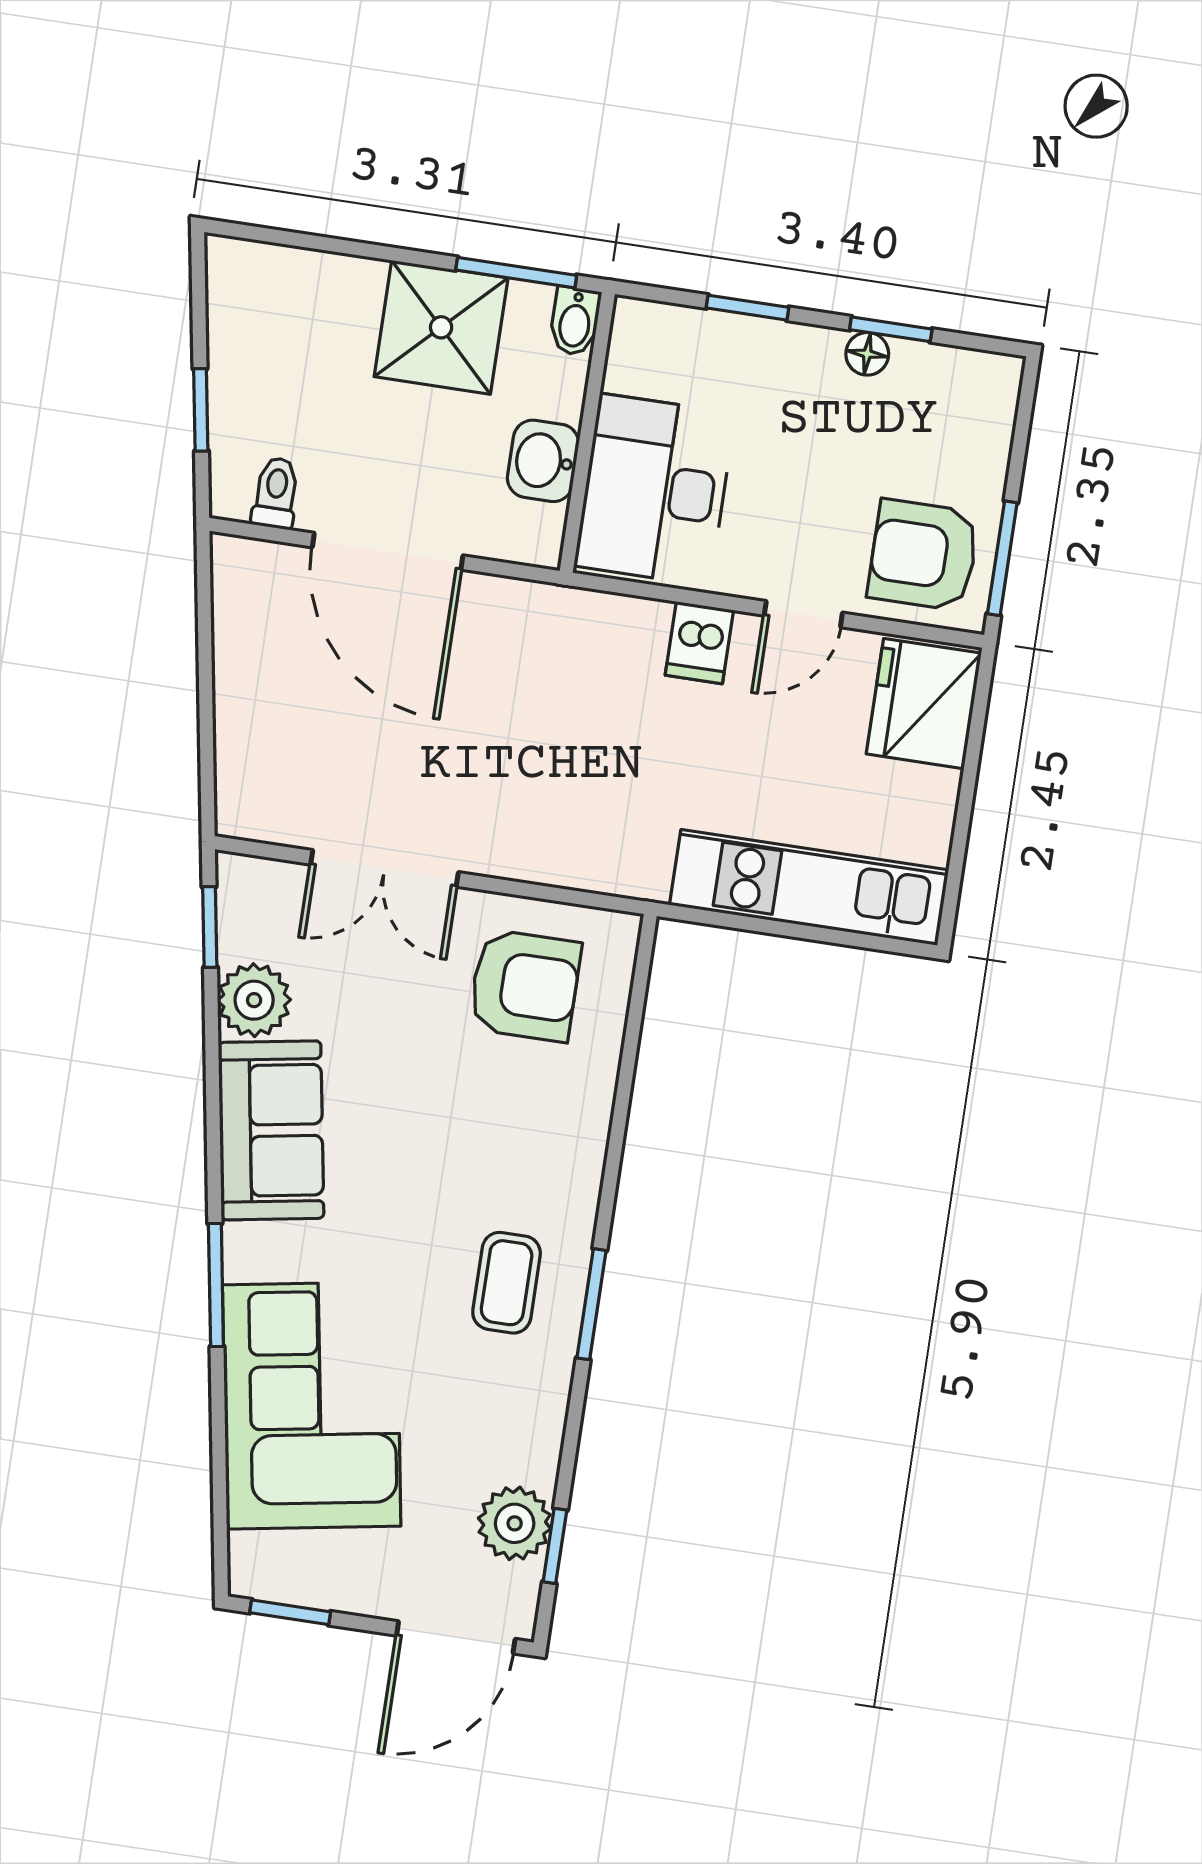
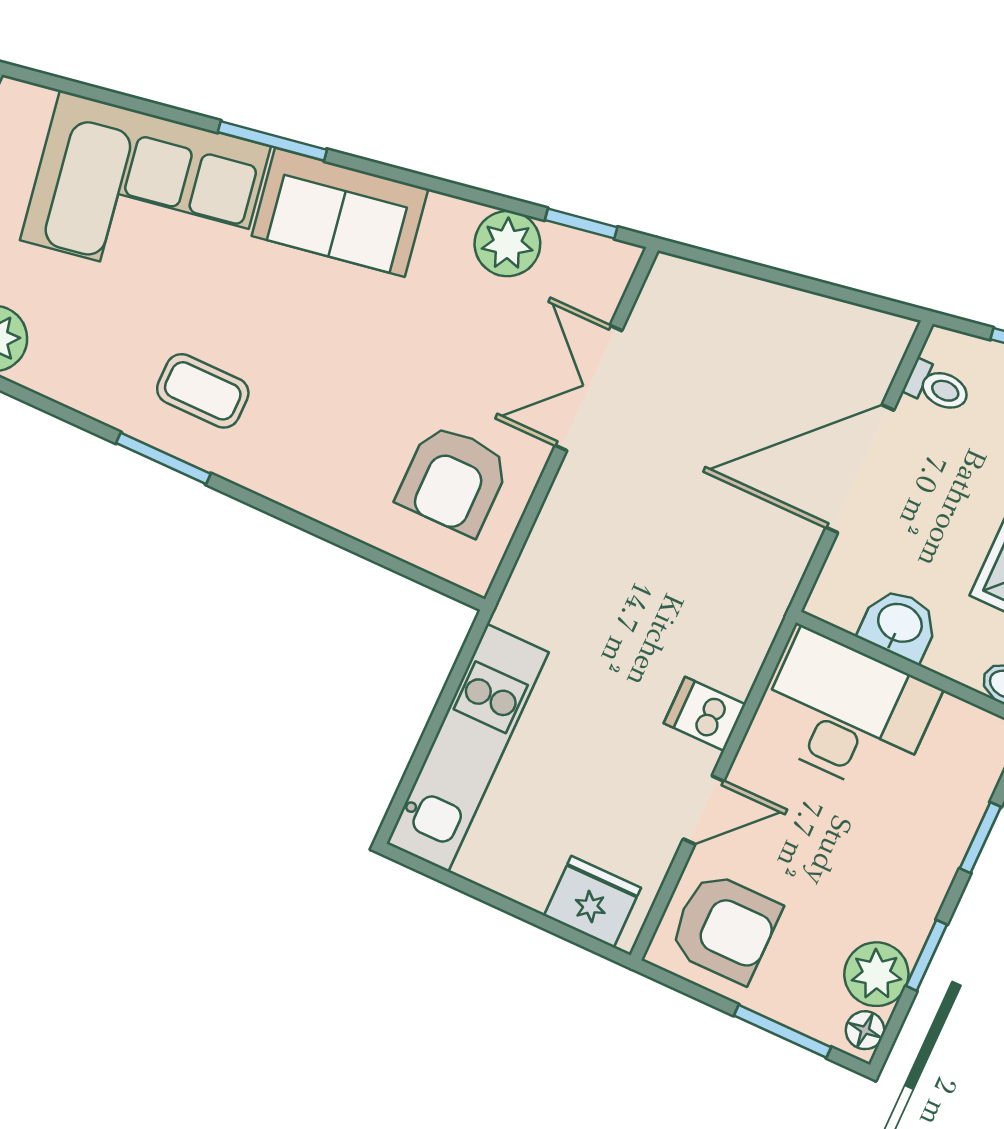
floor lamp: (867, 354) -> (865, 1030), moved
plant: (927, 377) -> (876, 974), added
armchair: (923, 555) -> (725, 928), turned 90
window: (1002, 558) -> (782, 1031), moved
door: (803, 614) -> (704, 810), swing flipped
fridge: (924, 704) -> (592, 902), width x0.73, depth x0.75
sofa: (271, 1130) -> (340, 212), moved

